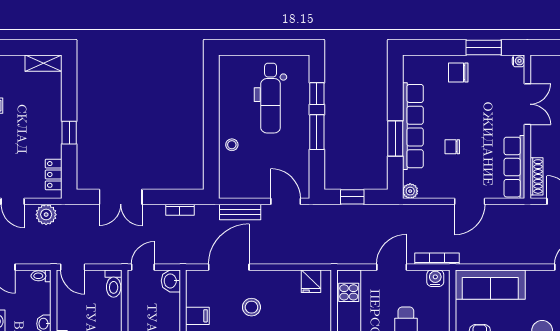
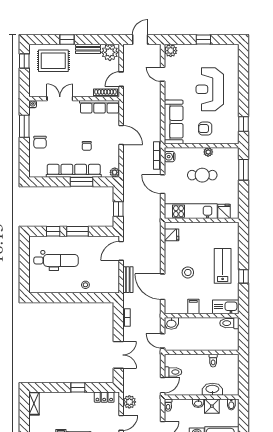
toilet: (114, 284) -> (173, 372), moved

